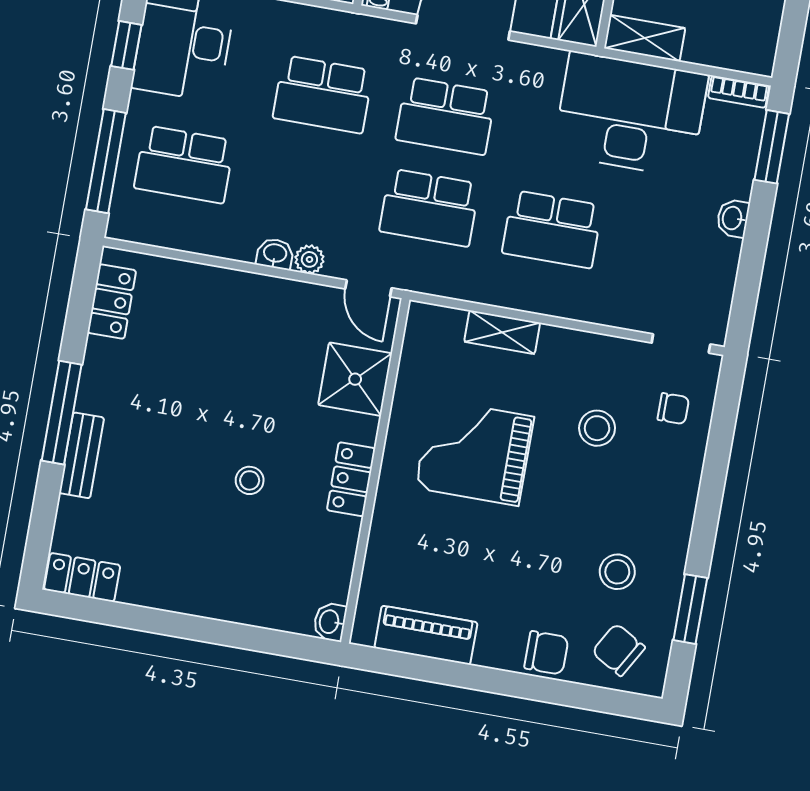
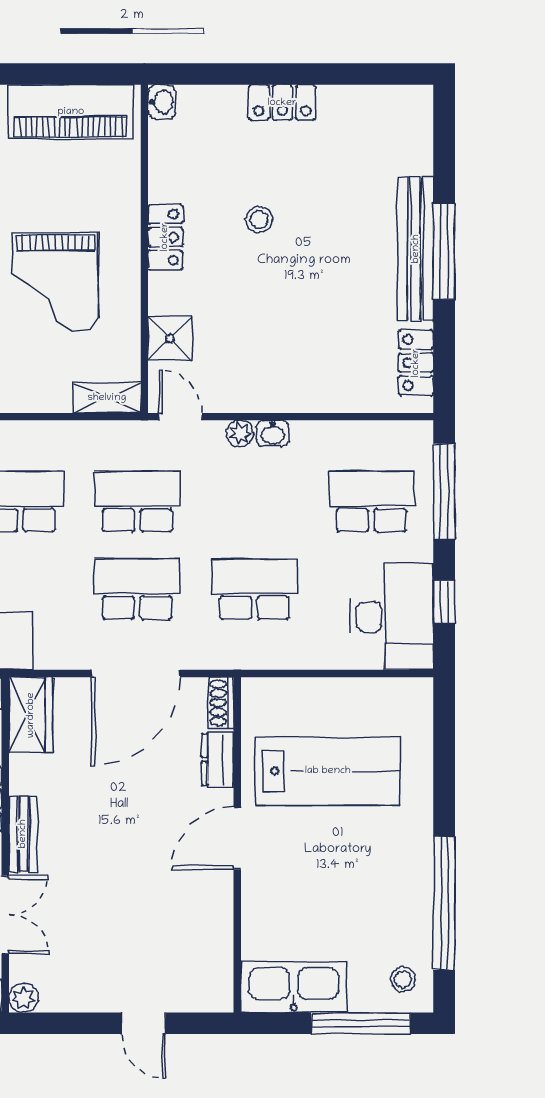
shelving: (502, 332) -> (107, 398), moved
shower: (355, 379) -> (170, 338), width x0.73, depth x0.73
grand piano: (475, 452) -> (56, 282), turned 90
bench: (82, 455) -> (416, 249), width x1.86, depth x1.21
locker: (82, 577) -> (282, 103), moved
piano: (426, 635) -> (71, 112), width x1.37, depth x1.33

